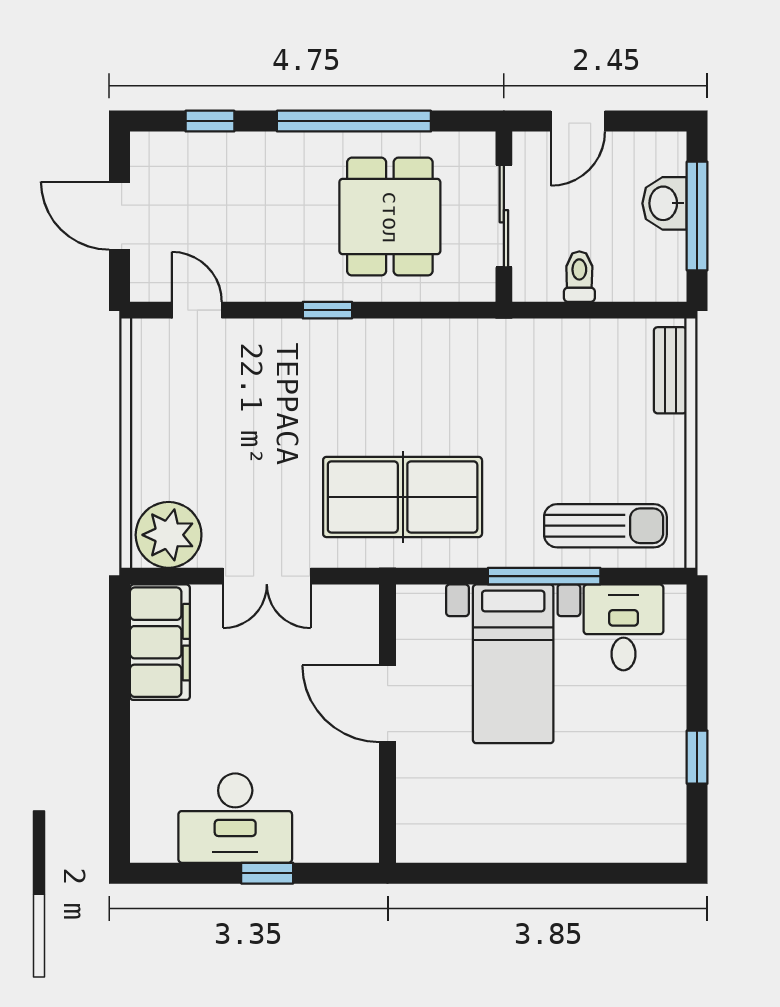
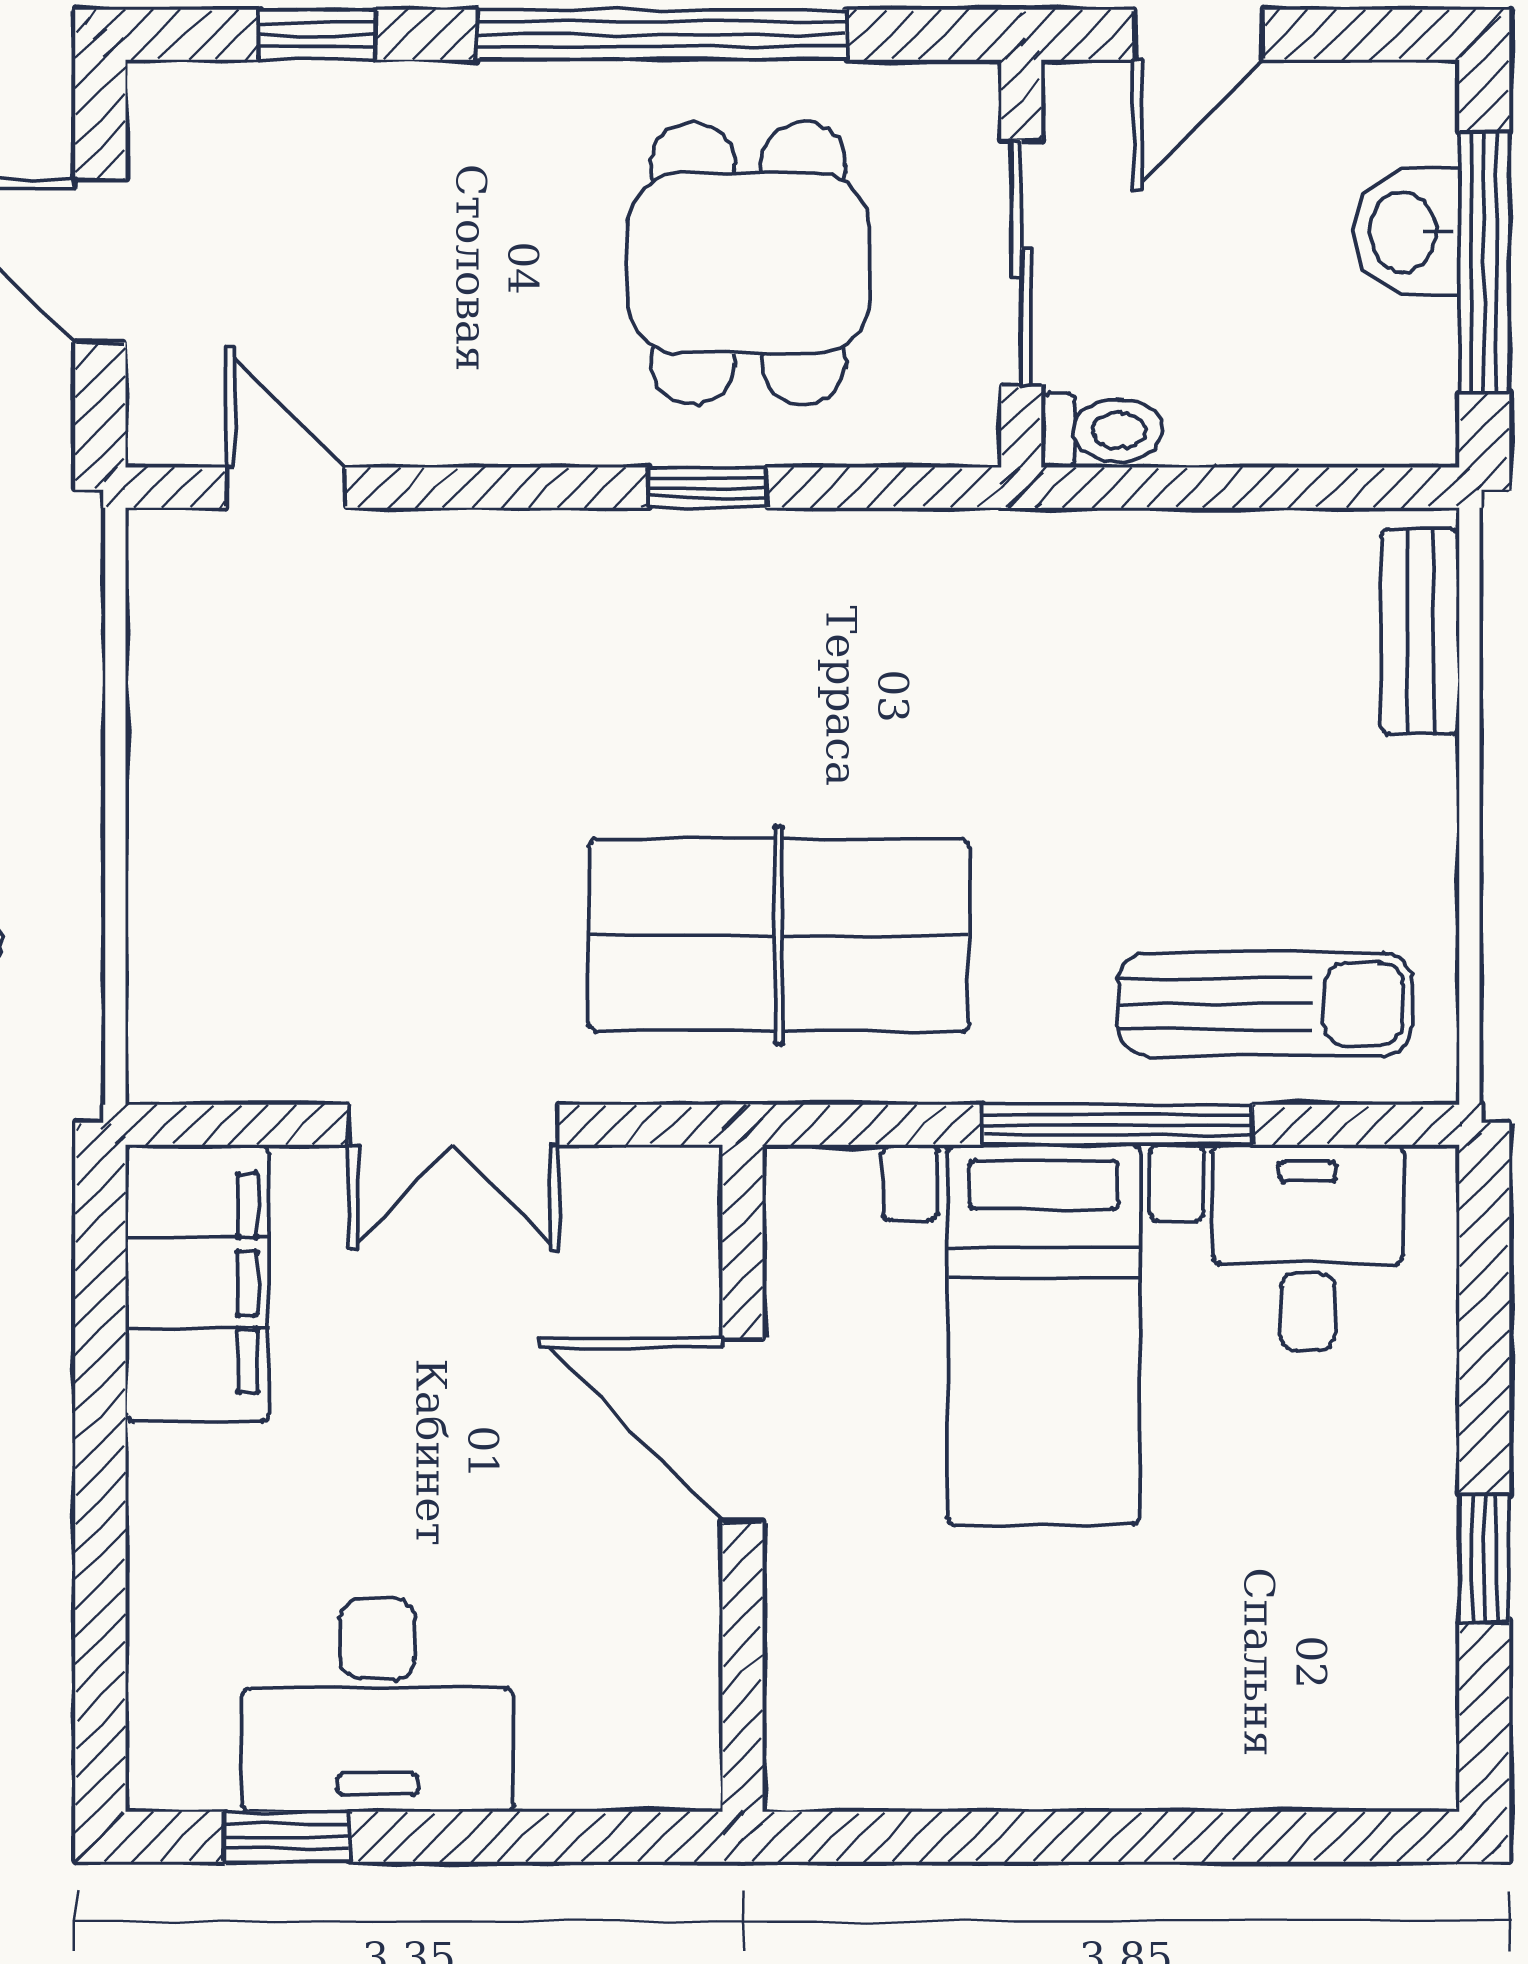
toilet: (579, 277) -> (1102, 431), moved, turned 90
window: (327, 310) -> (707, 488), moved
plant: (169, 535) -> (218, 1026), removed
window: (267, 873) -> (287, 1837), moved

